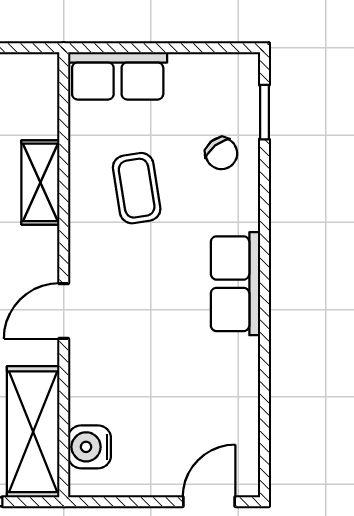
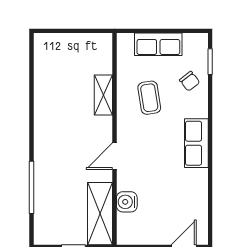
row of seats: (118, 76) -> (158, 44), moved
water cooler: (89, 447) -> (127, 202), moved

